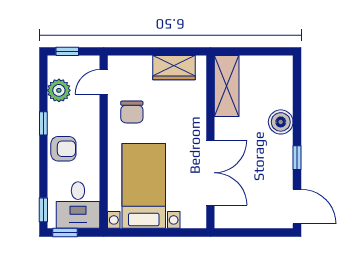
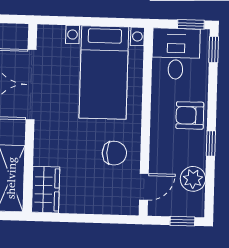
wardrobe: (174, 68) -> (46, 190), moved, turned 90
chair: (132, 112) -> (114, 153), turned 90

